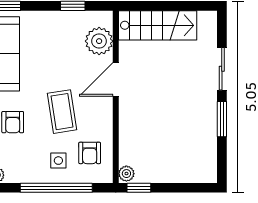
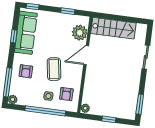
window: (222, 119) -> (140, 104), moved
window: (139, 188) -> (109, 119), moved

